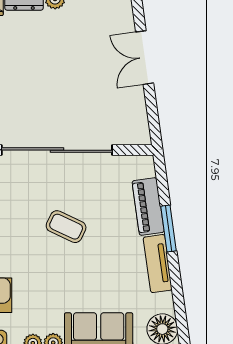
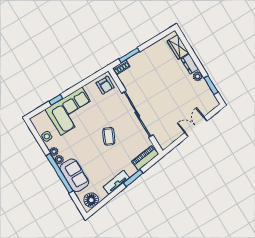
piano: (148, 207) -> (145, 158), moved

